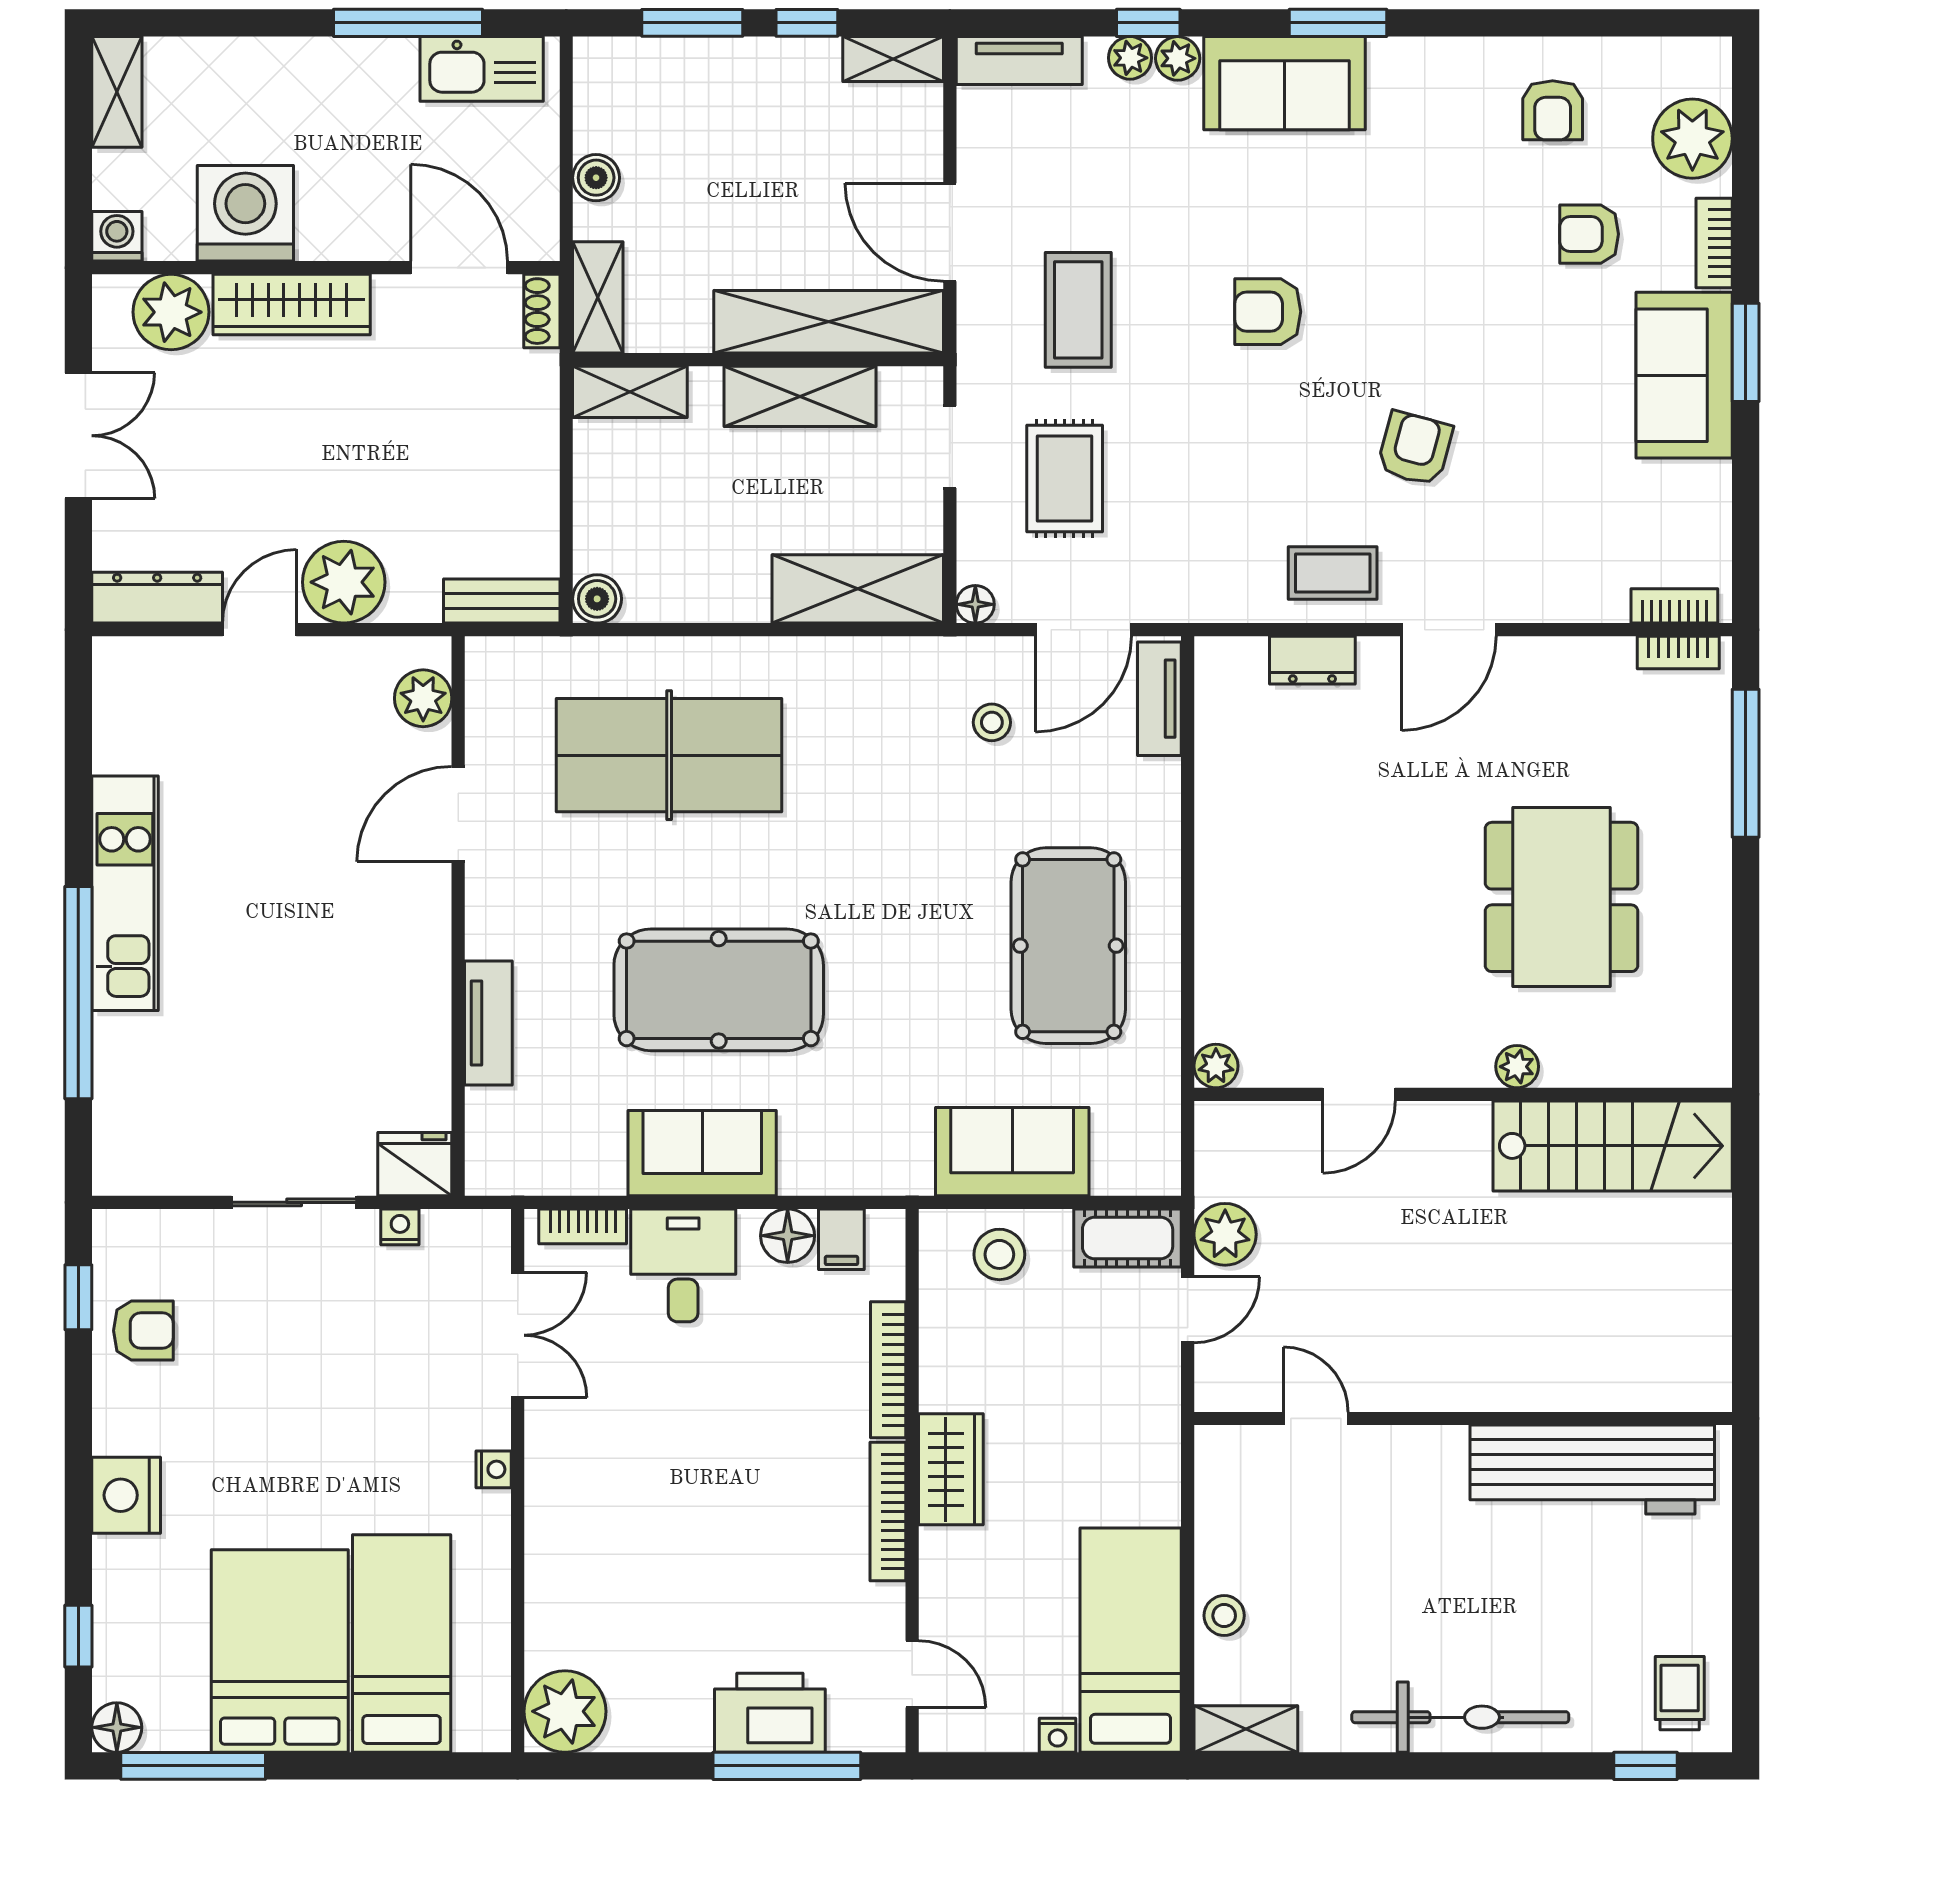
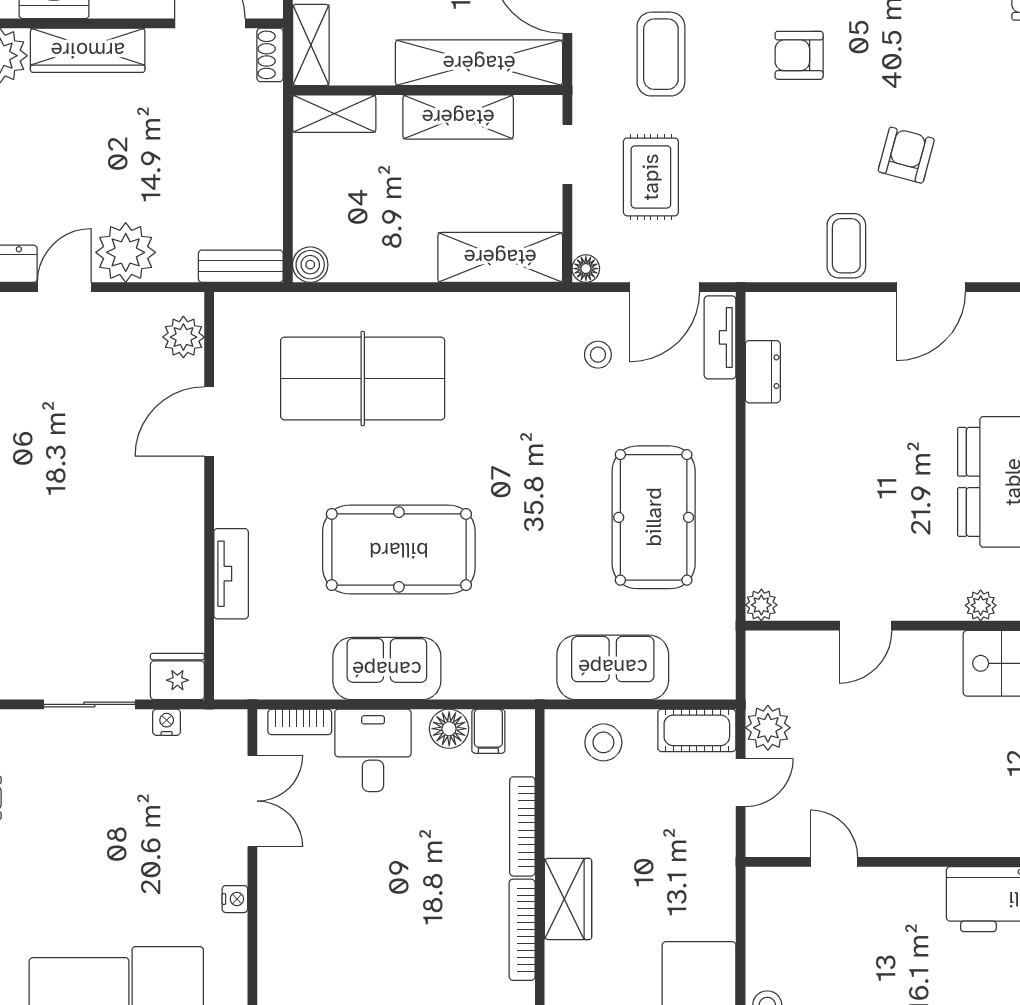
coffee table: (1333, 573) -> (846, 246), turned 90
dresser: (1312, 660) -> (763, 372), moved, turned -90

